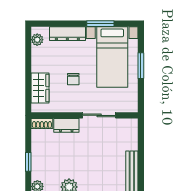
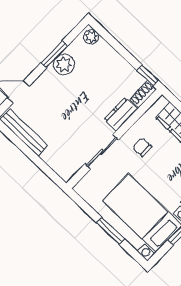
chair: (73, 79) -> (142, 147), moved
window: (28, 162) -> (148, 75), moved

